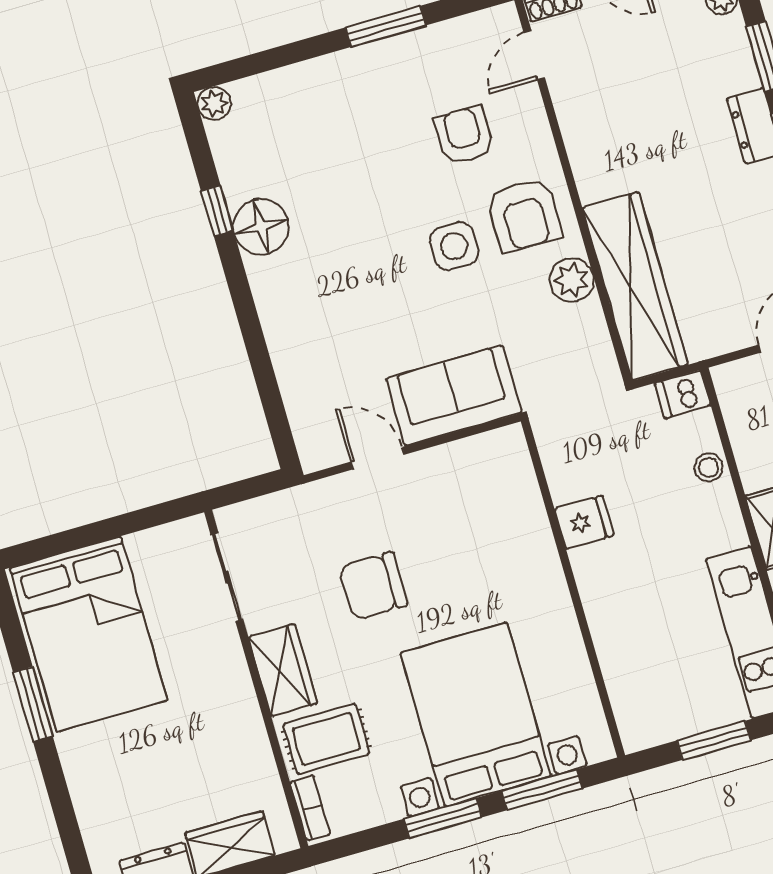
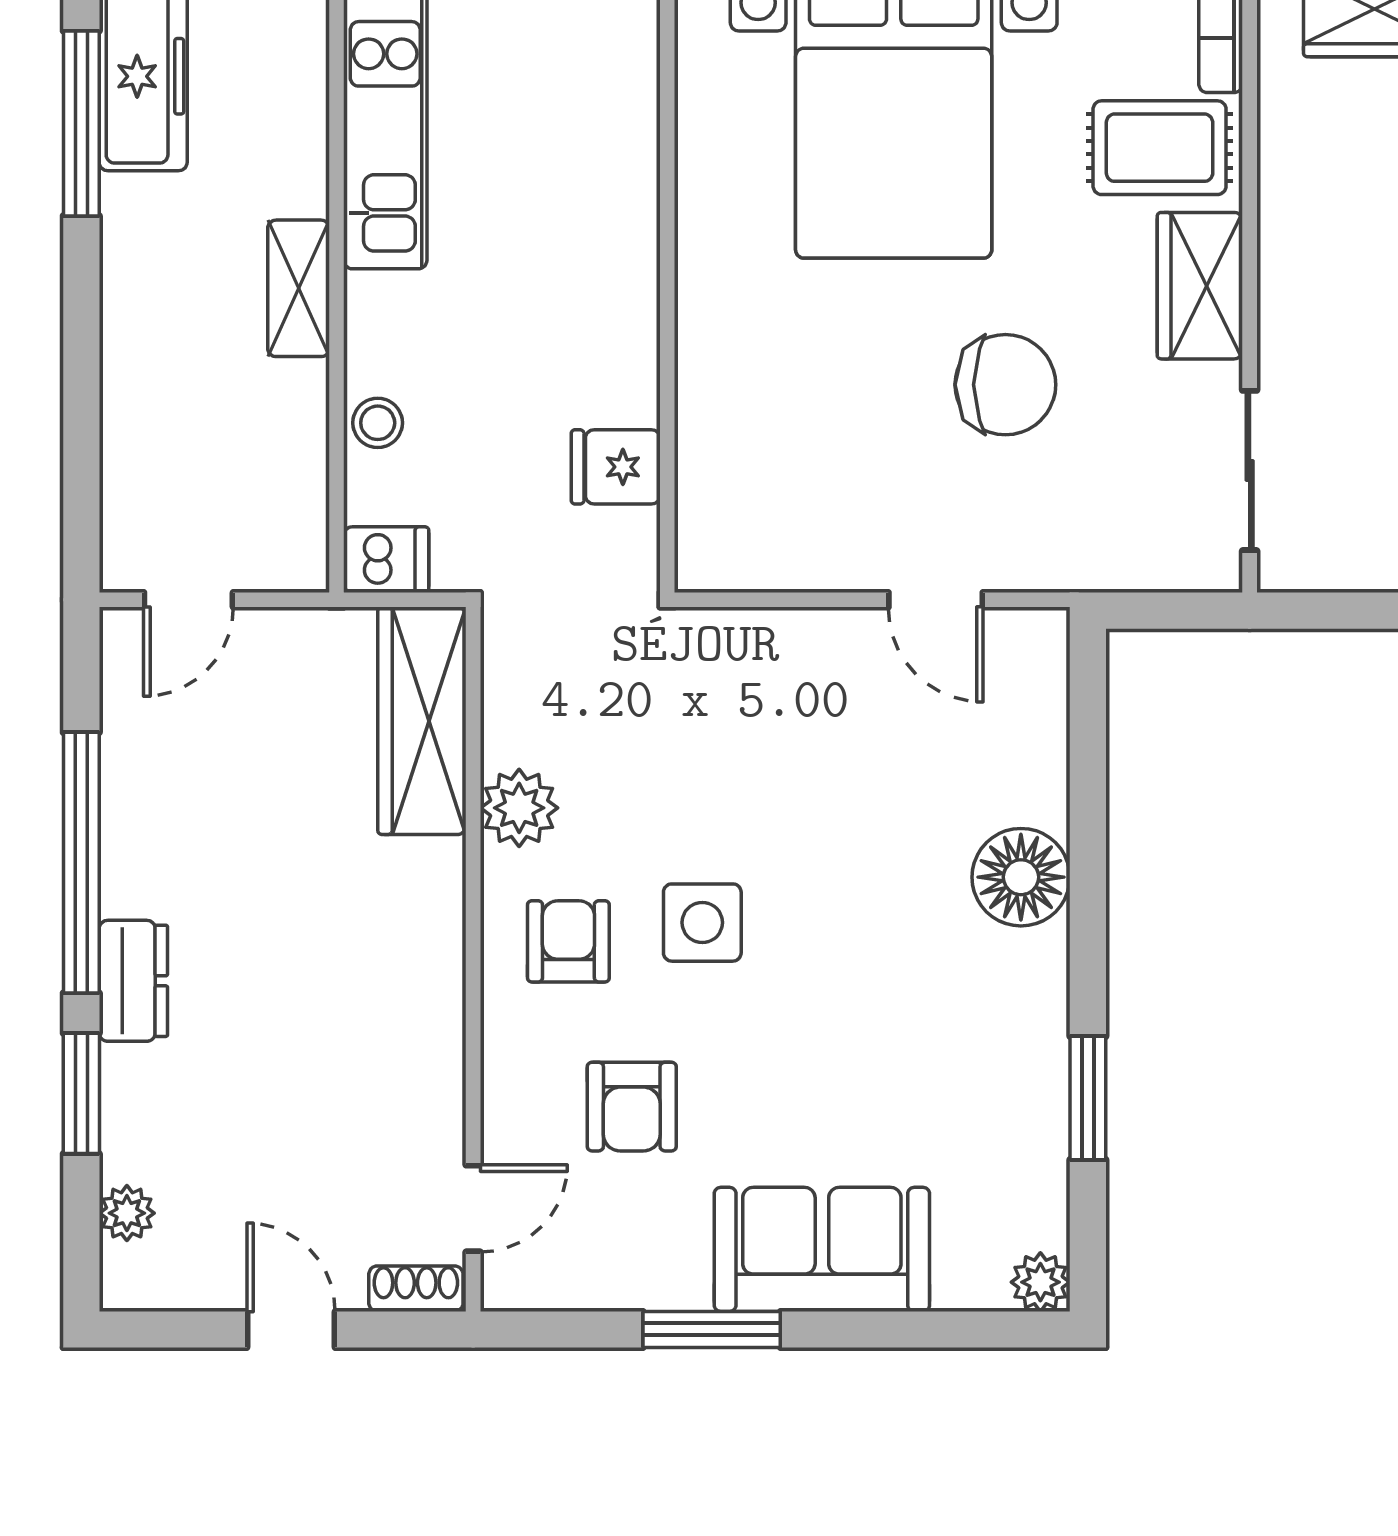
window: (217, 211) -> (1088, 1098), width x1.50
armchair: (524, 215) -> (568, 941), width x0.72, depth x0.72
floor lamp: (261, 227) -> (1021, 877), moved
wardrobe: (635, 286) -> (422, 721), width x0.71, depth x0.85
sofa: (454, 395) -> (822, 1249), moved, turned 180
fridge: (584, 522) -> (616, 467), moved

